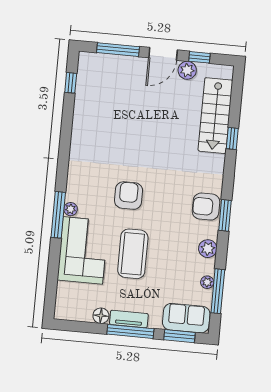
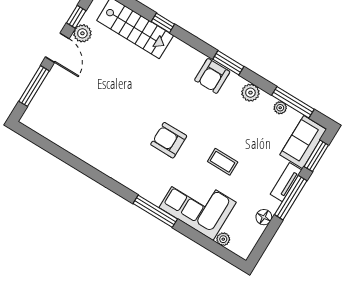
window: (71, 83) -> (43, 143), removed
plant: (71, 209) -> (223, 239), moved
coffee table: (133, 254) -> (223, 162), width x0.54, depth x0.58
tv unit: (129, 319) -> (286, 182), moved

